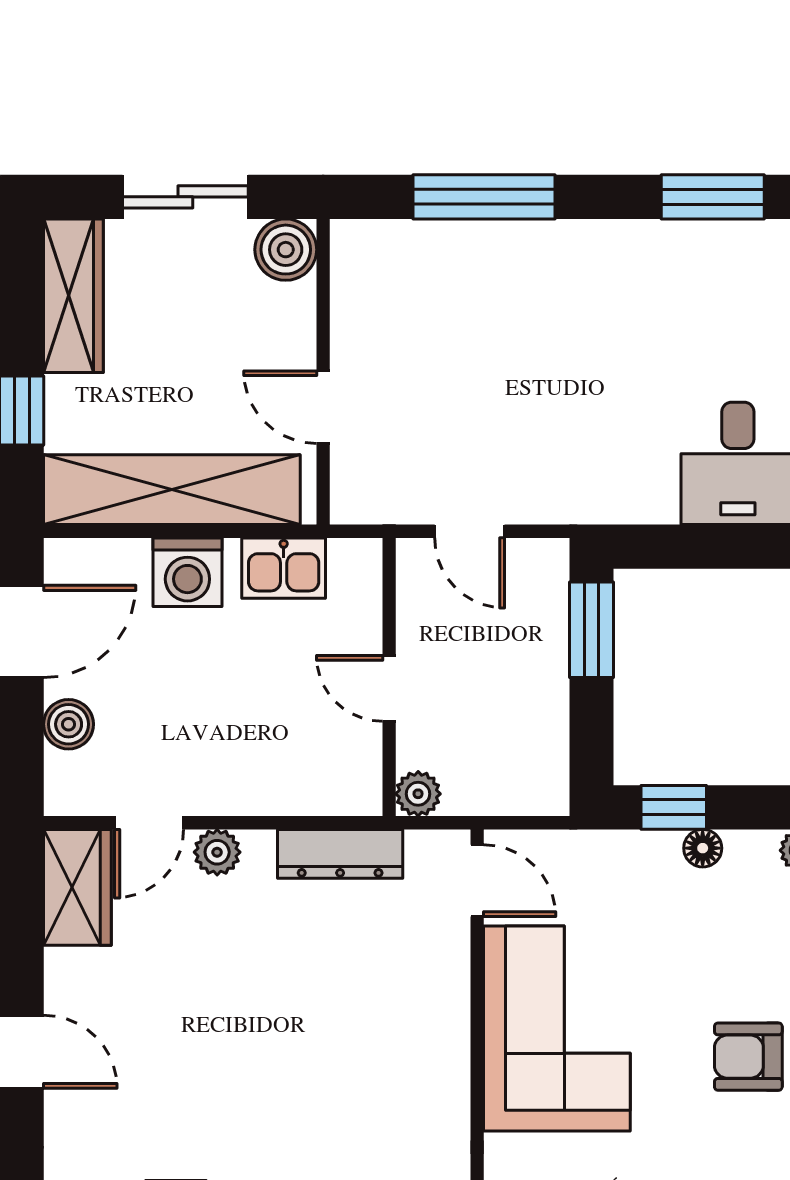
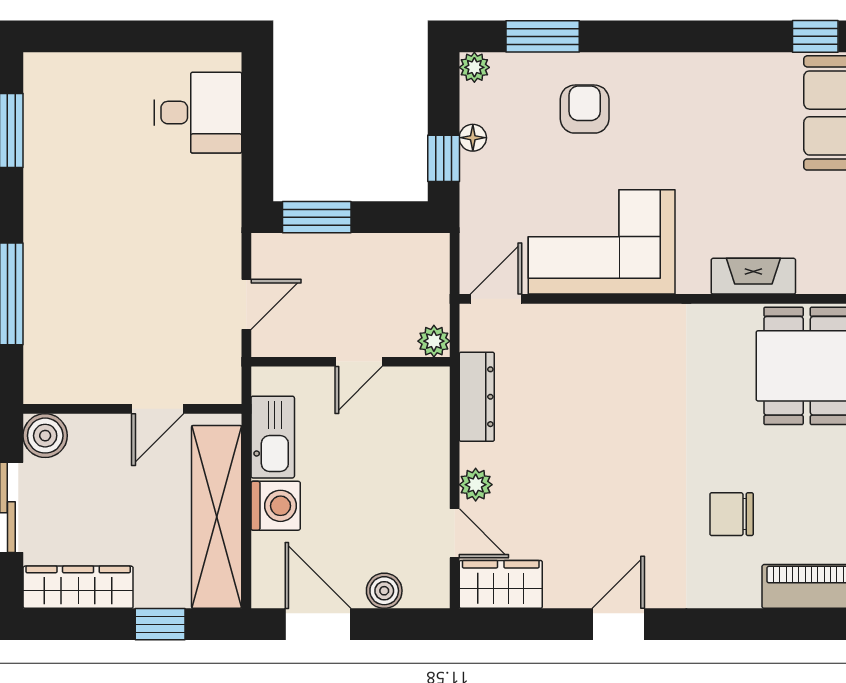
kitchen sink: (284, 568) -> (273, 437), width x1.38
armchair: (748, 1057) -> (585, 109), moved, turned 180

